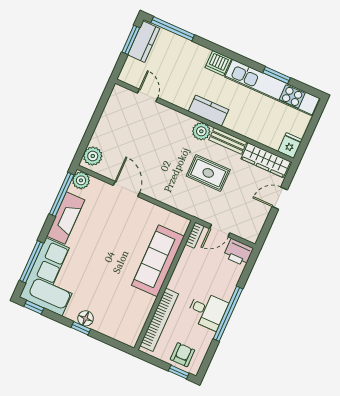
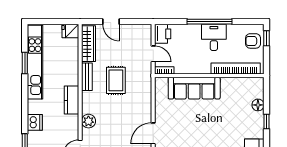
dishwasher: (218, 63) -> (35, 122), moved
plant: (201, 131) -> (88, 121), moved
floor lamp: (86, 318) -> (258, 105), moved

